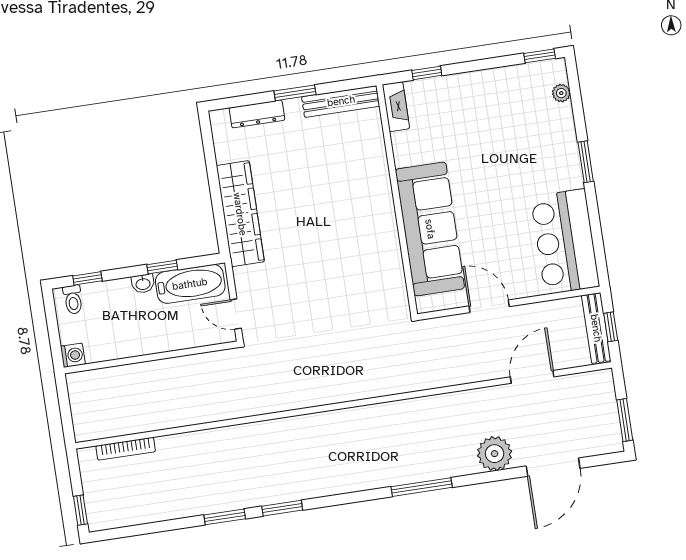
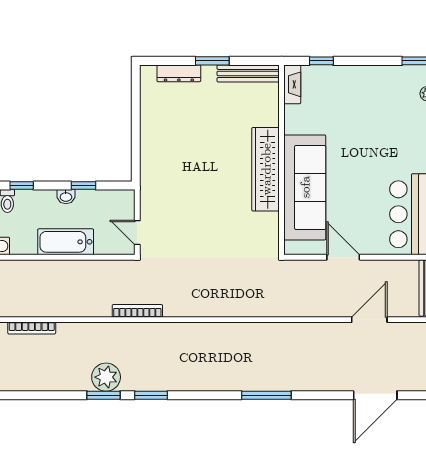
wardrobe: (240, 214) -> (266, 169), moved, turned 180
bathtub: (190, 284) -> (66, 242), moved, turned 180
bookcase: (250, 409) -> (137, 311), added
plant: (495, 454) -> (106, 377), moved

